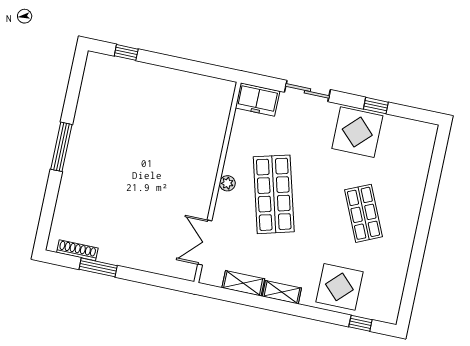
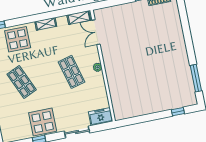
window: (61, 147) -> (196, 78), moved
shop shelf: (274, 194) -> (71, 72), width x0.70, depth x0.74
double door: (205, 242) -> (96, 32), swing flipped
shelving: (243, 283) -> (79, 18), moved

